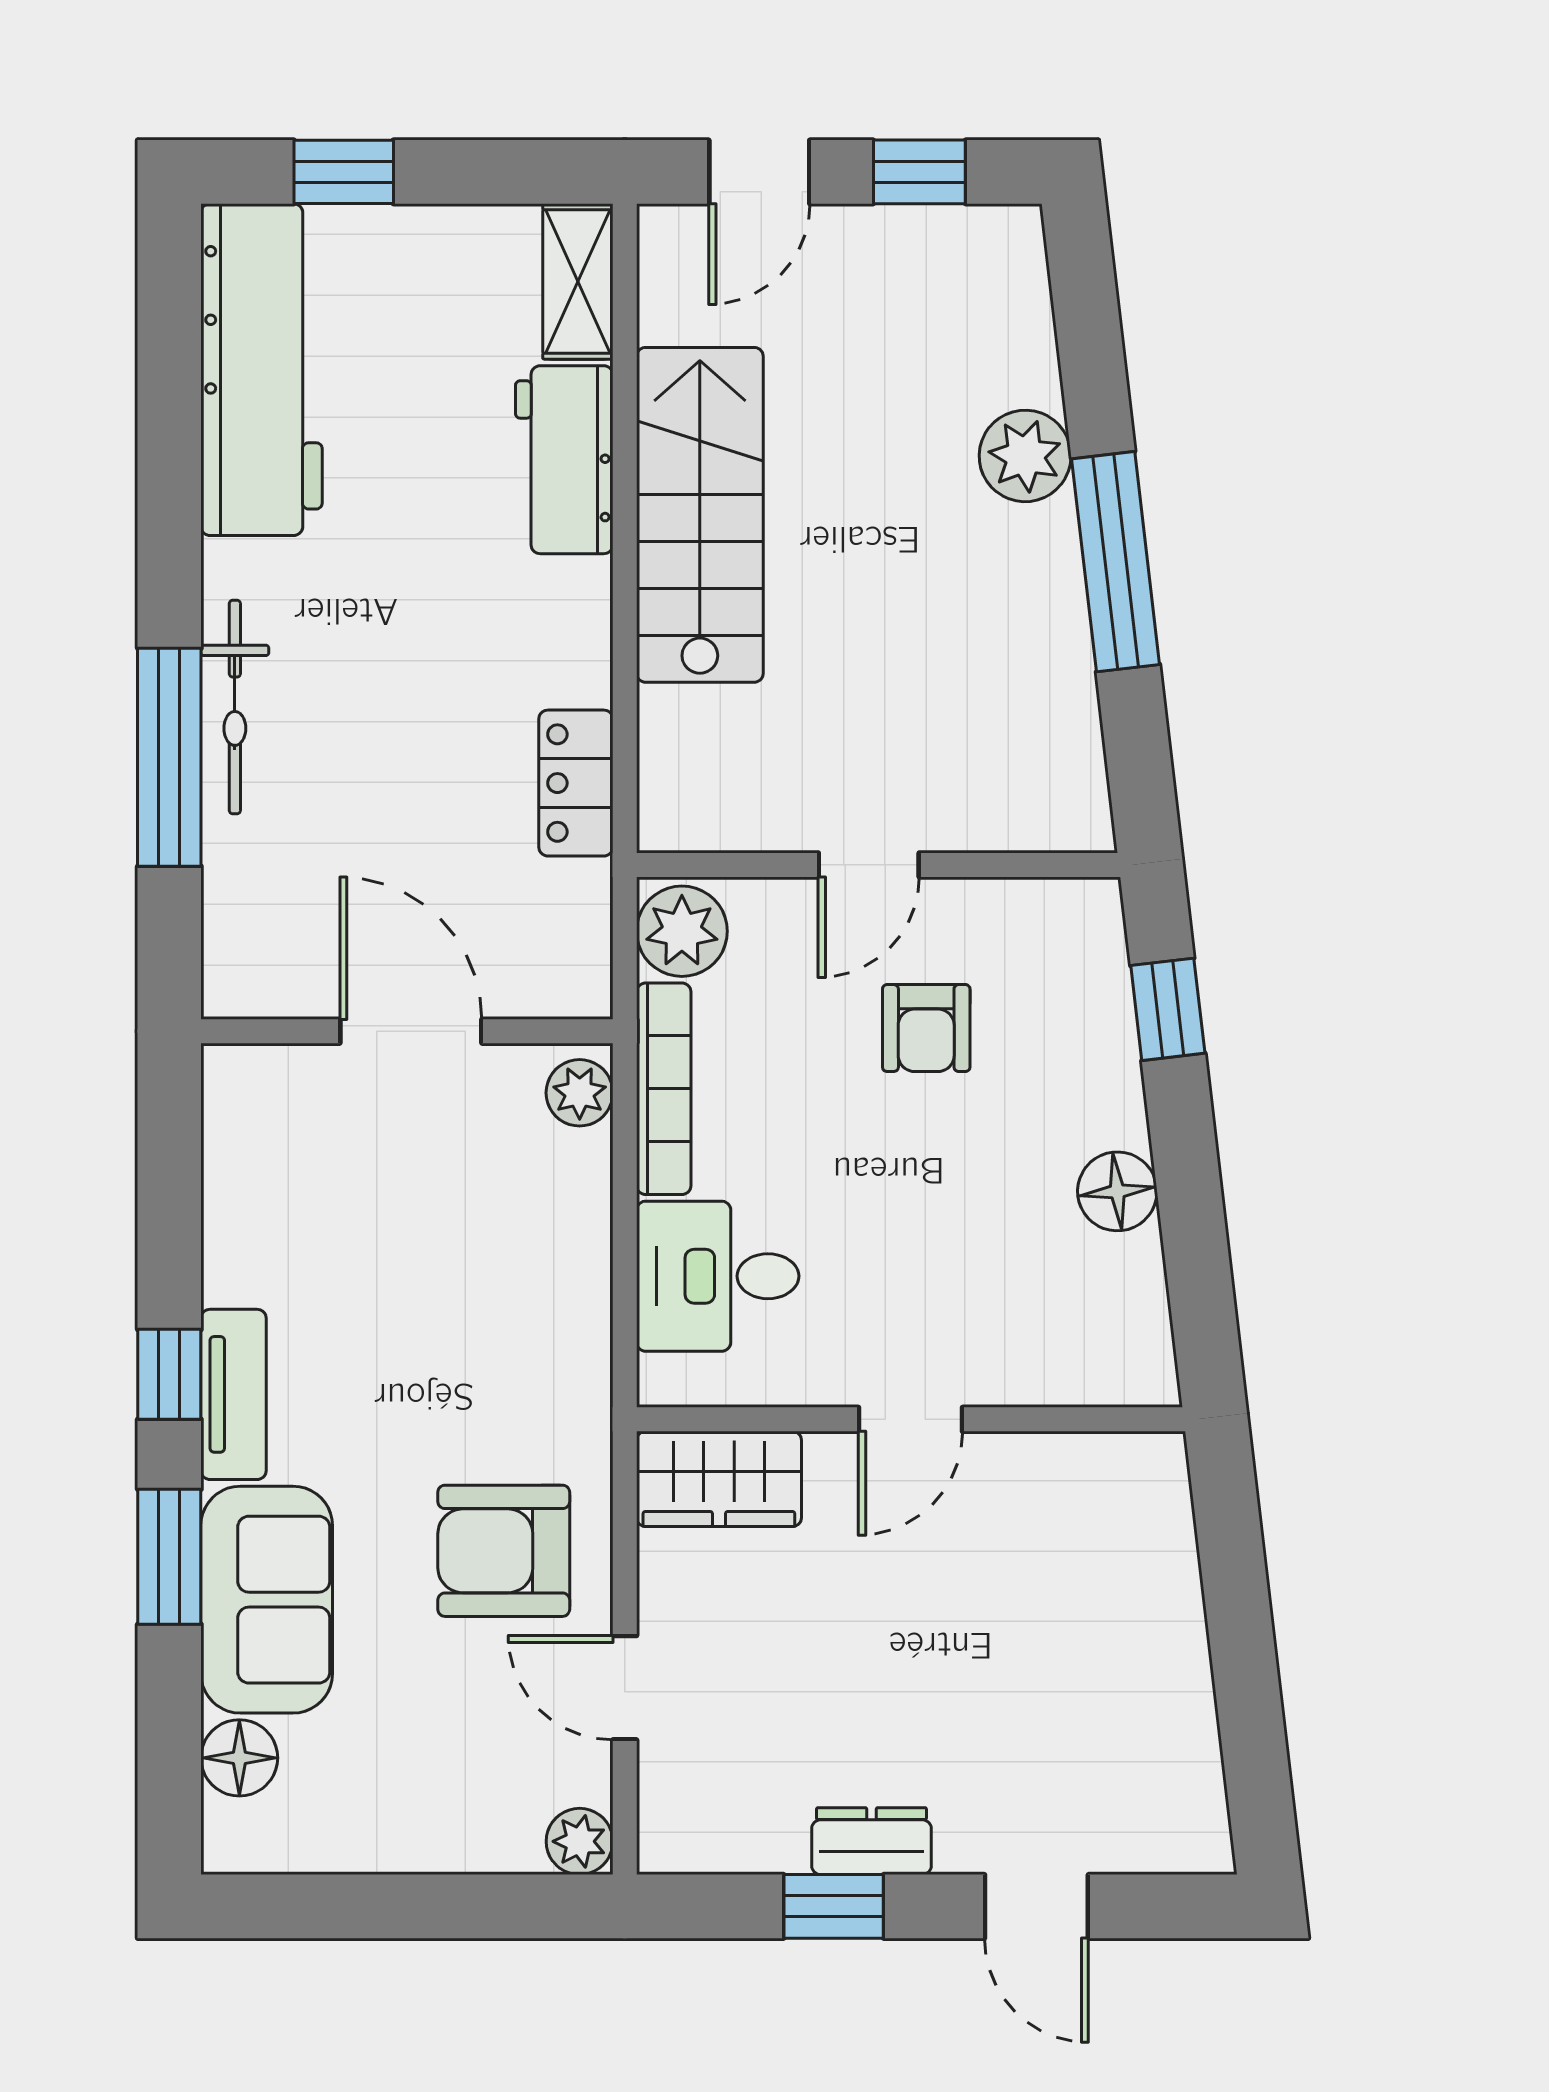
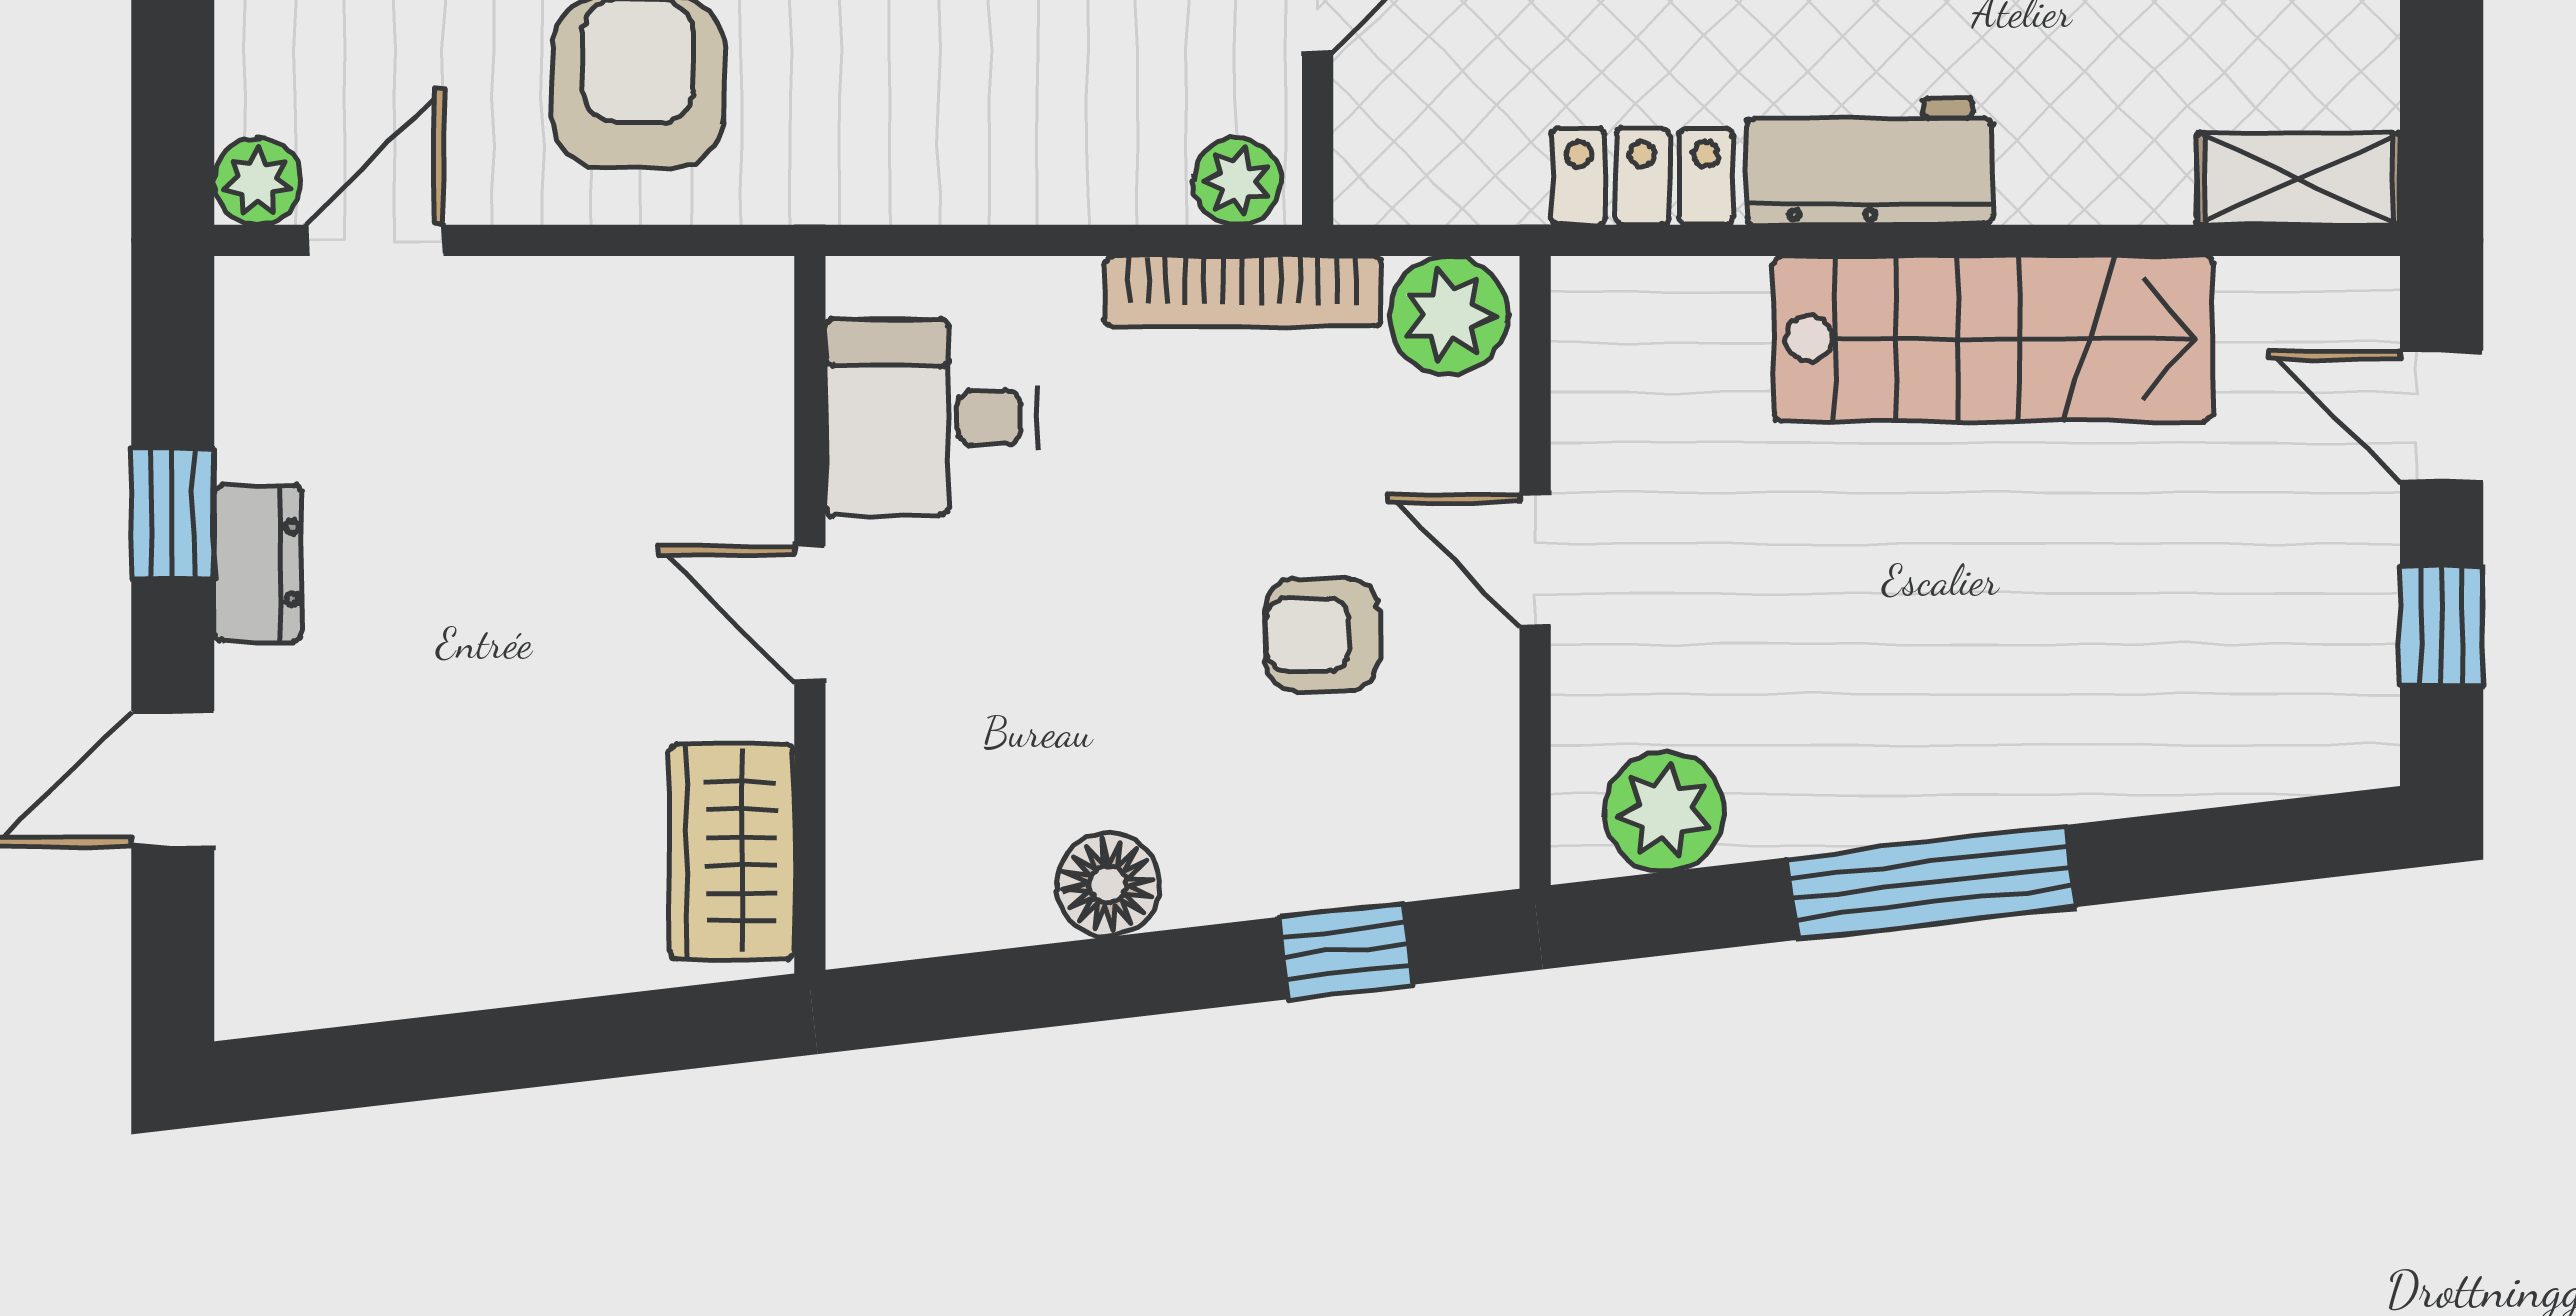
plant: (1025, 456) -> (1664, 811), moved
workbench: (564, 460) -> (1869, 161), moved
desk: (718, 1276) -> (932, 417), moved, turned -90
wardrobe: (719, 1479) -> (732, 852), moved
door: (625, 1688) -> (375, 240), moved

